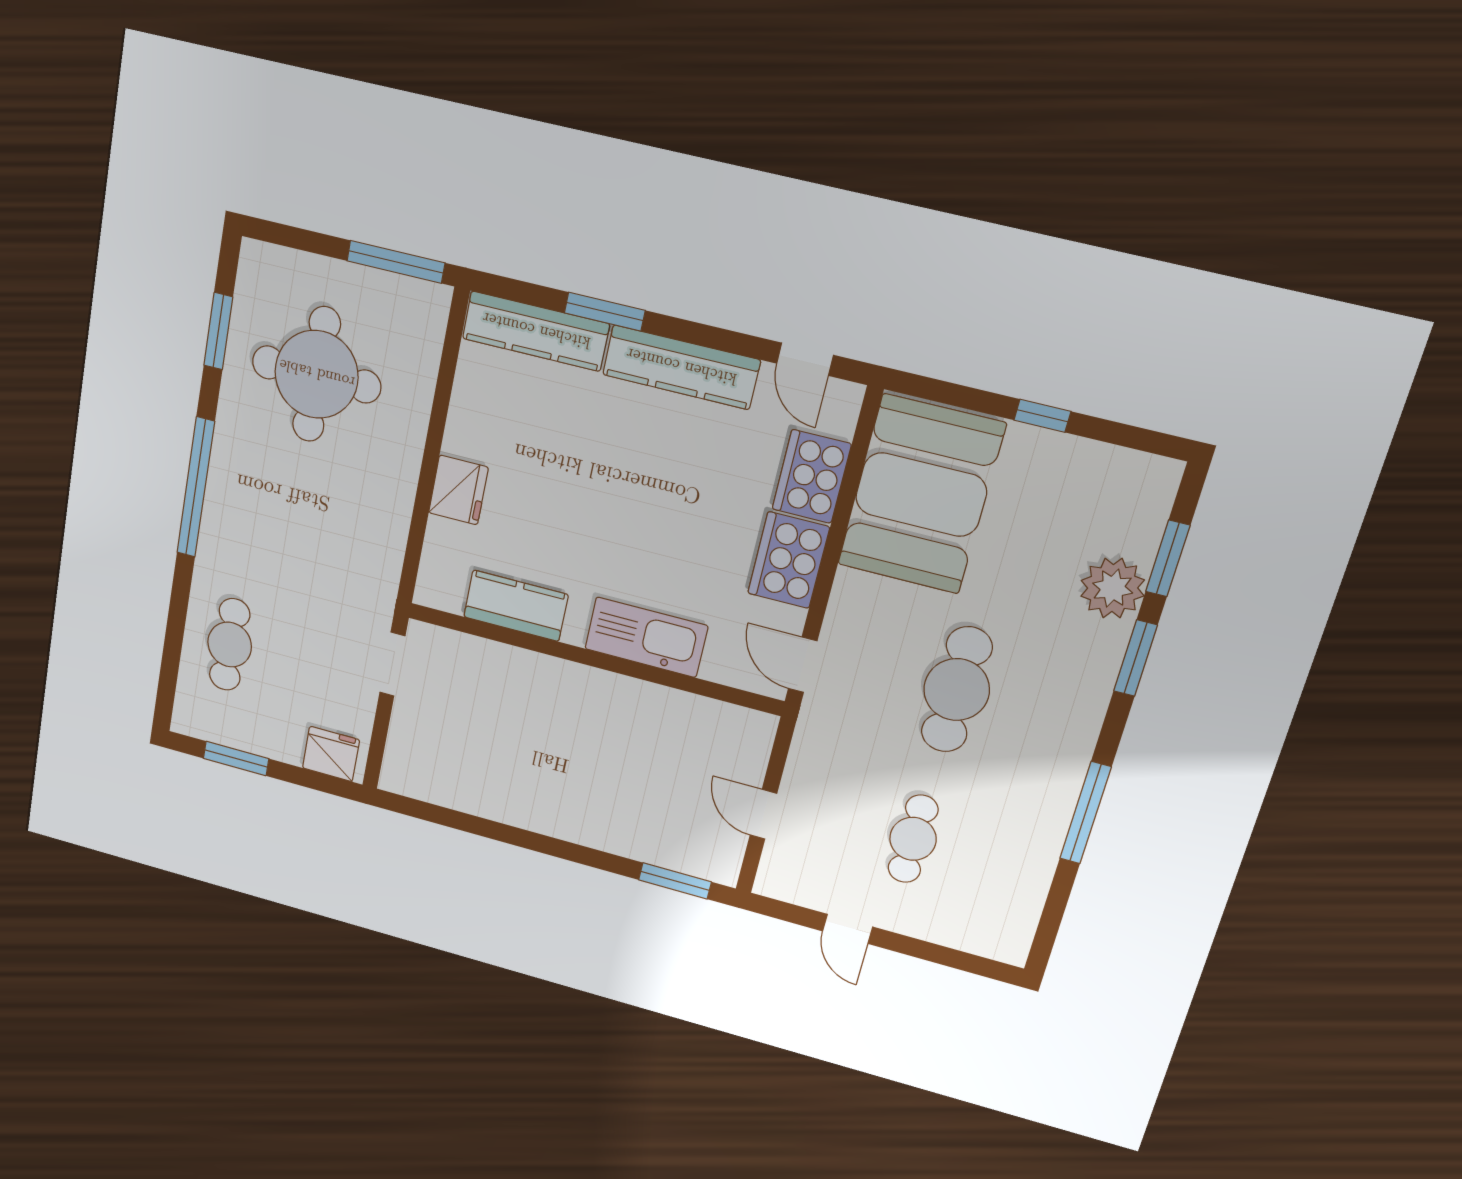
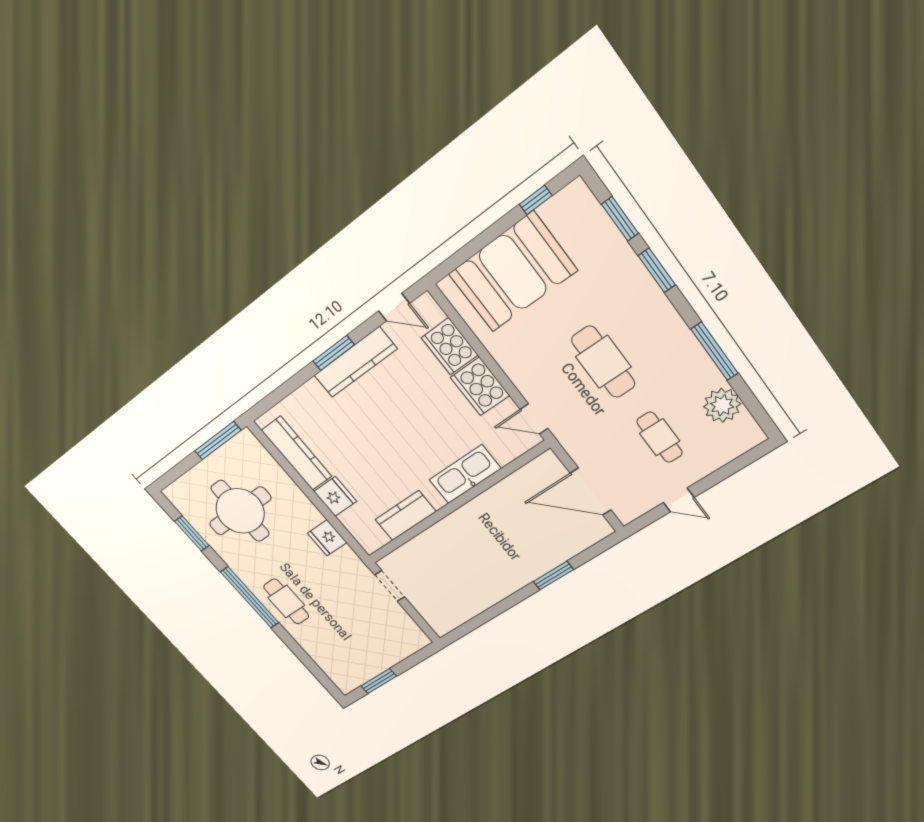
window: (605, 312) -> (334, 353), moved
kitchen counter: (536, 331) -> (297, 453), moved, turned -90
window: (1042, 416) -> (536, 200), moved
booth: (921, 495) -> (513, 272), moved, turned 90
plant: (1113, 588) -> (722, 405), moved
cafe table: (230, 645) -> (286, 601), moved
fridge: (331, 754) -> (327, 538), moved, turned -90
door: (764, 814) -> (591, 492), width x1.88
window: (675, 881) -> (553, 576), moved

